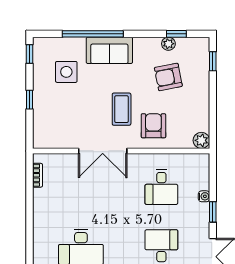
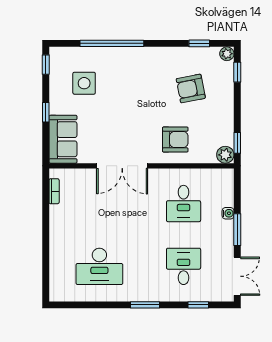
plant: (168, 44) -> (227, 54), moved
sofa: (109, 50) -> (63, 139), moved, turned -90
coffee table: (122, 109) -> (142, 122), removed
armchair: (153, 126) -> (175, 139), turned 90
window: (213, 129) -> (237, 143), added
window: (213, 212) -> (237, 230), width x1.50

